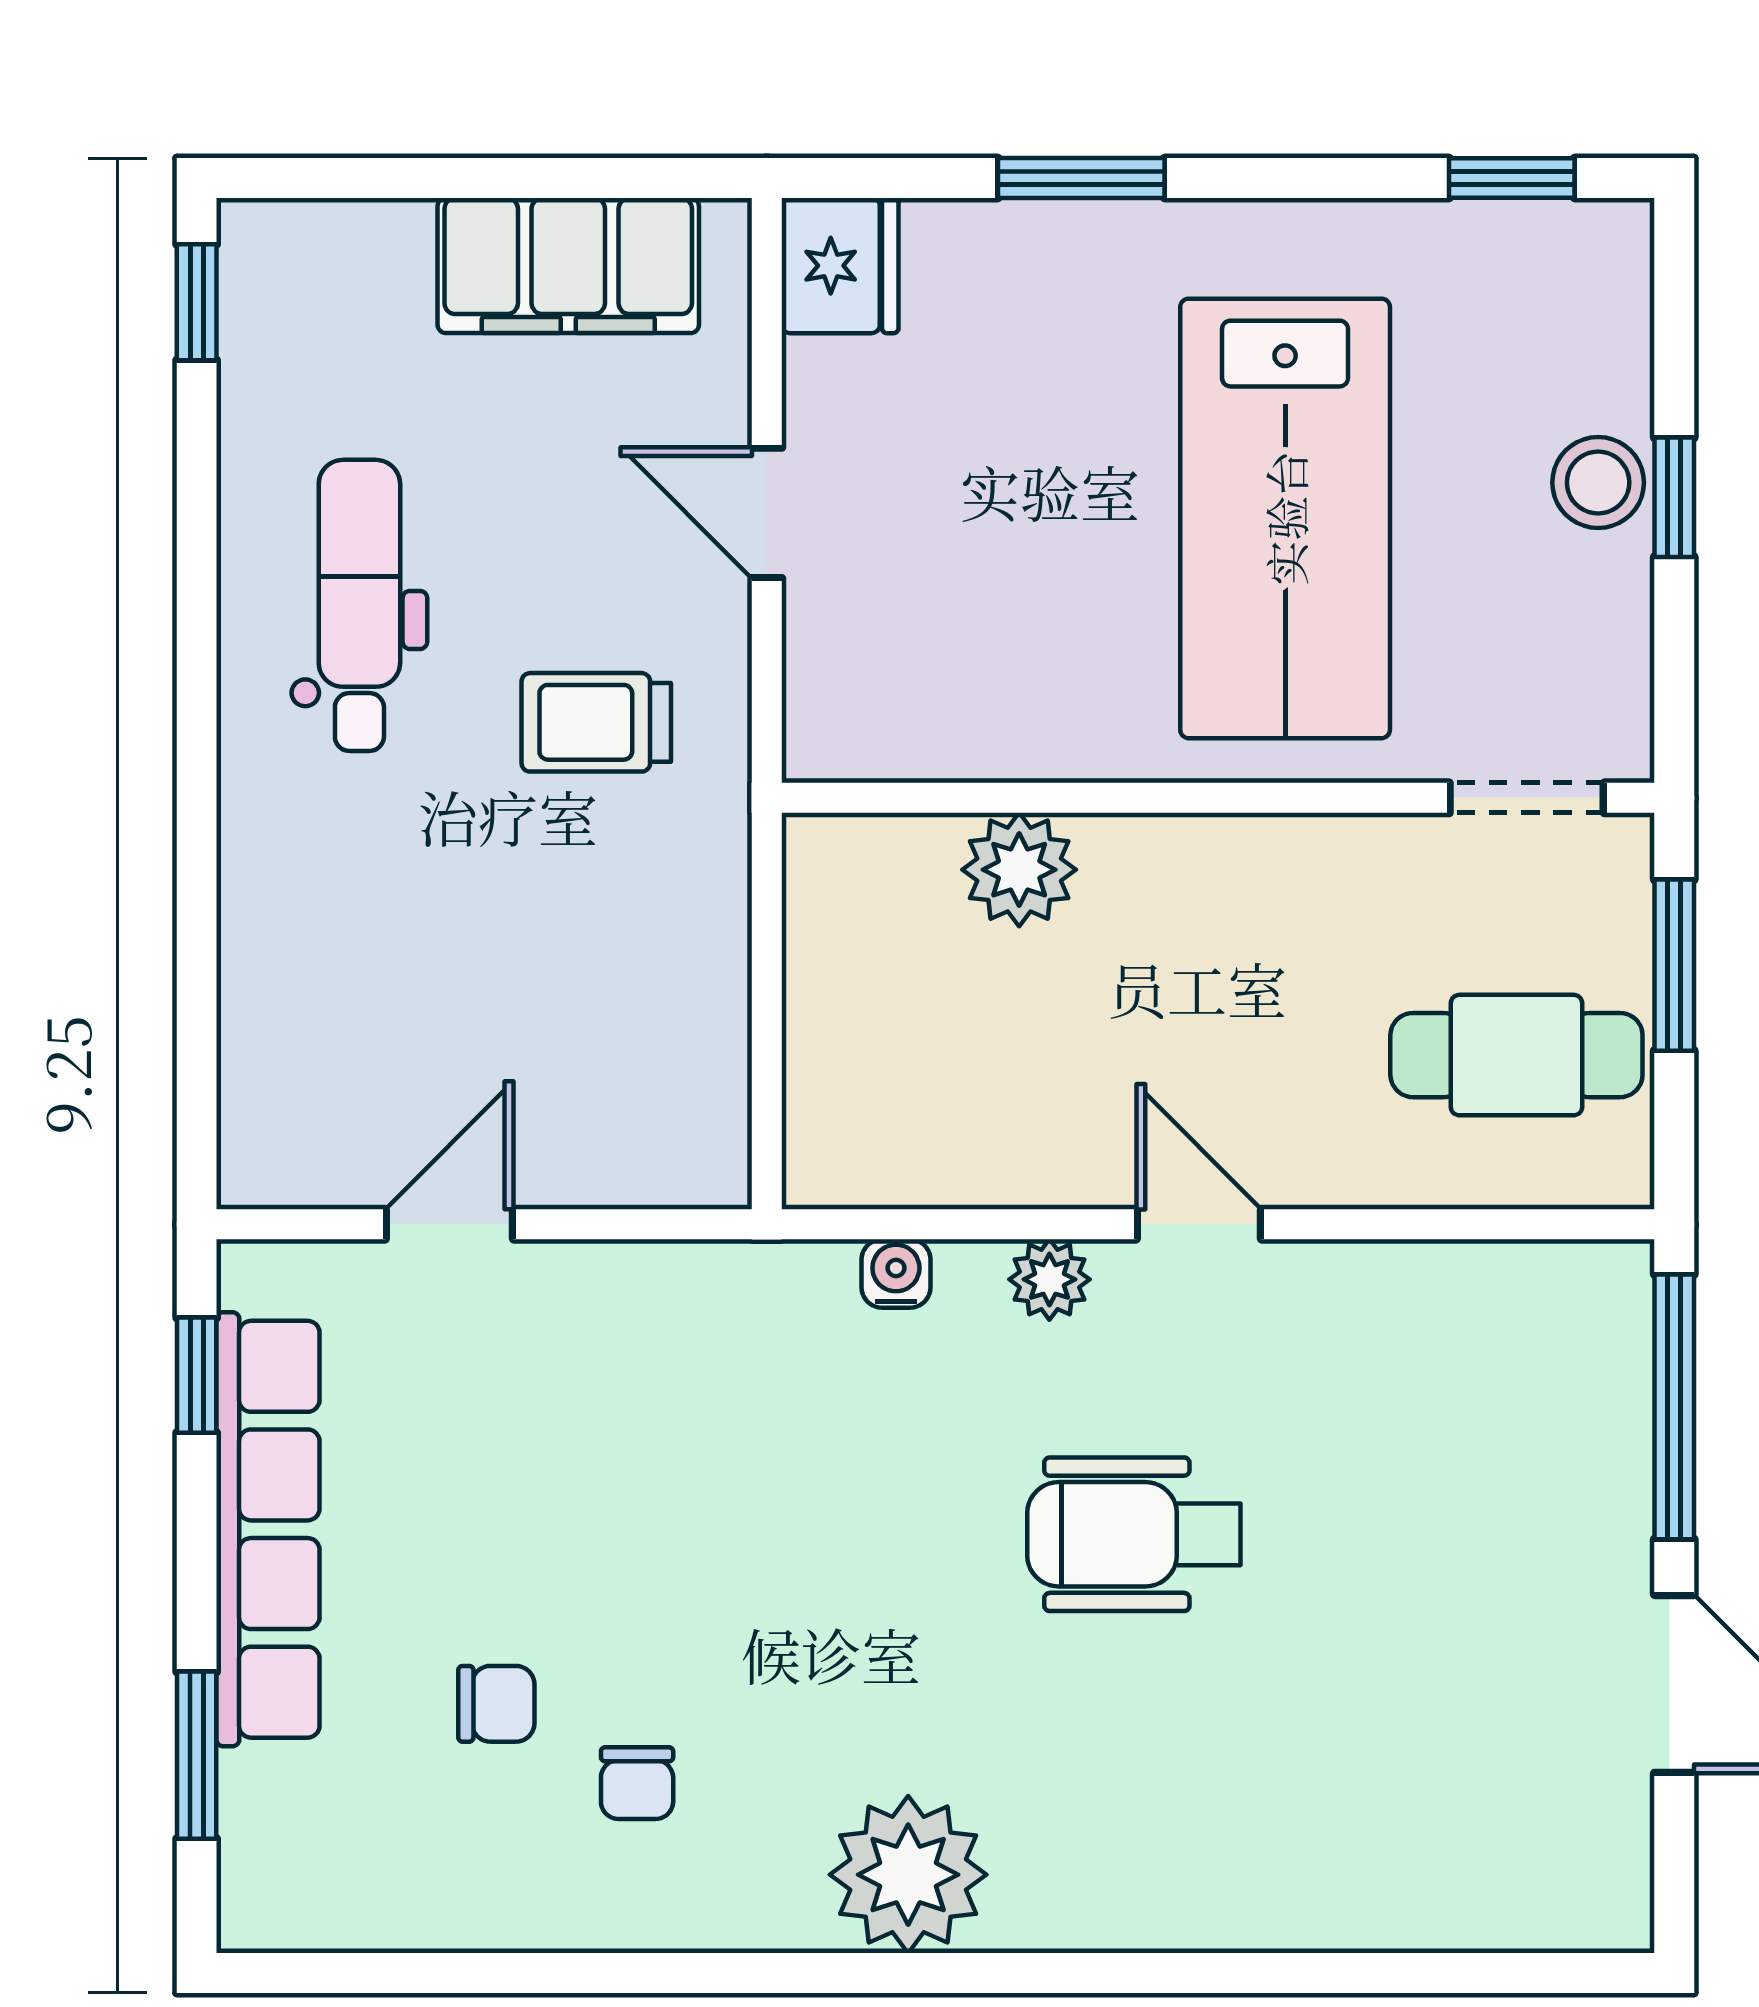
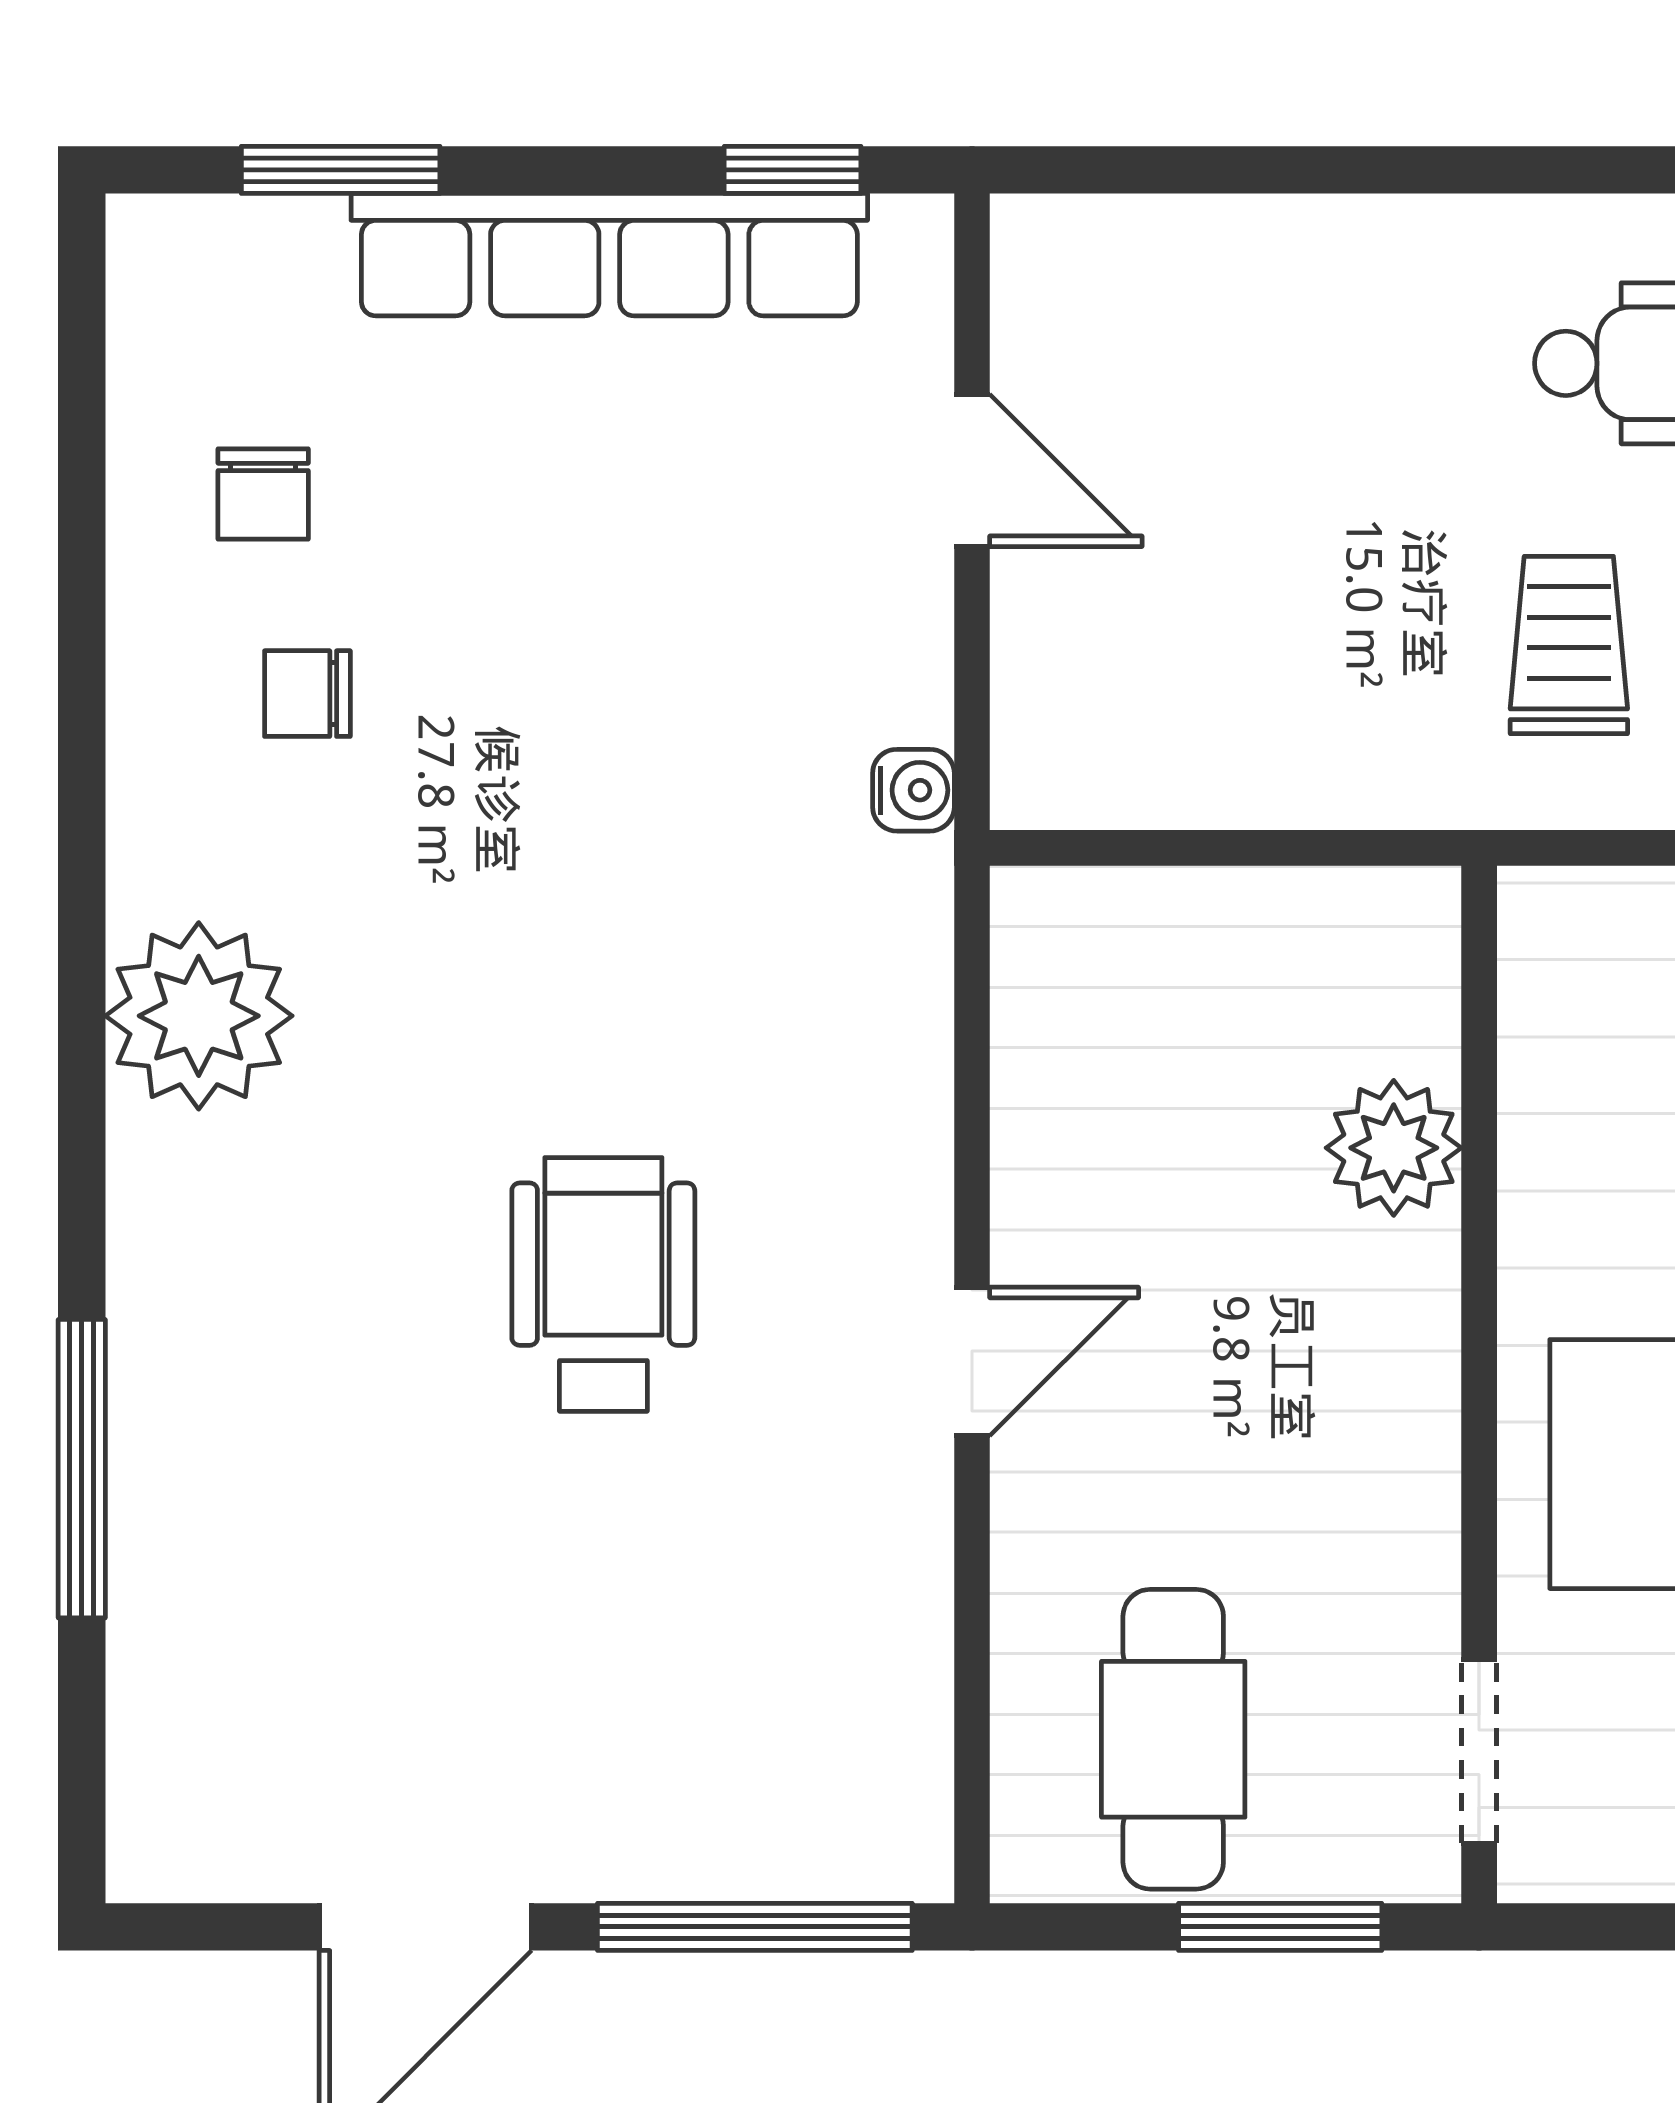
water cooler: (896, 1274) -> (913, 790), moved
plant: (1049, 1279) -> (906, 1184), removed
chair: (496, 1704) -> (263, 494), moved
window: (1289, 1973) -> (82, 1469), added

